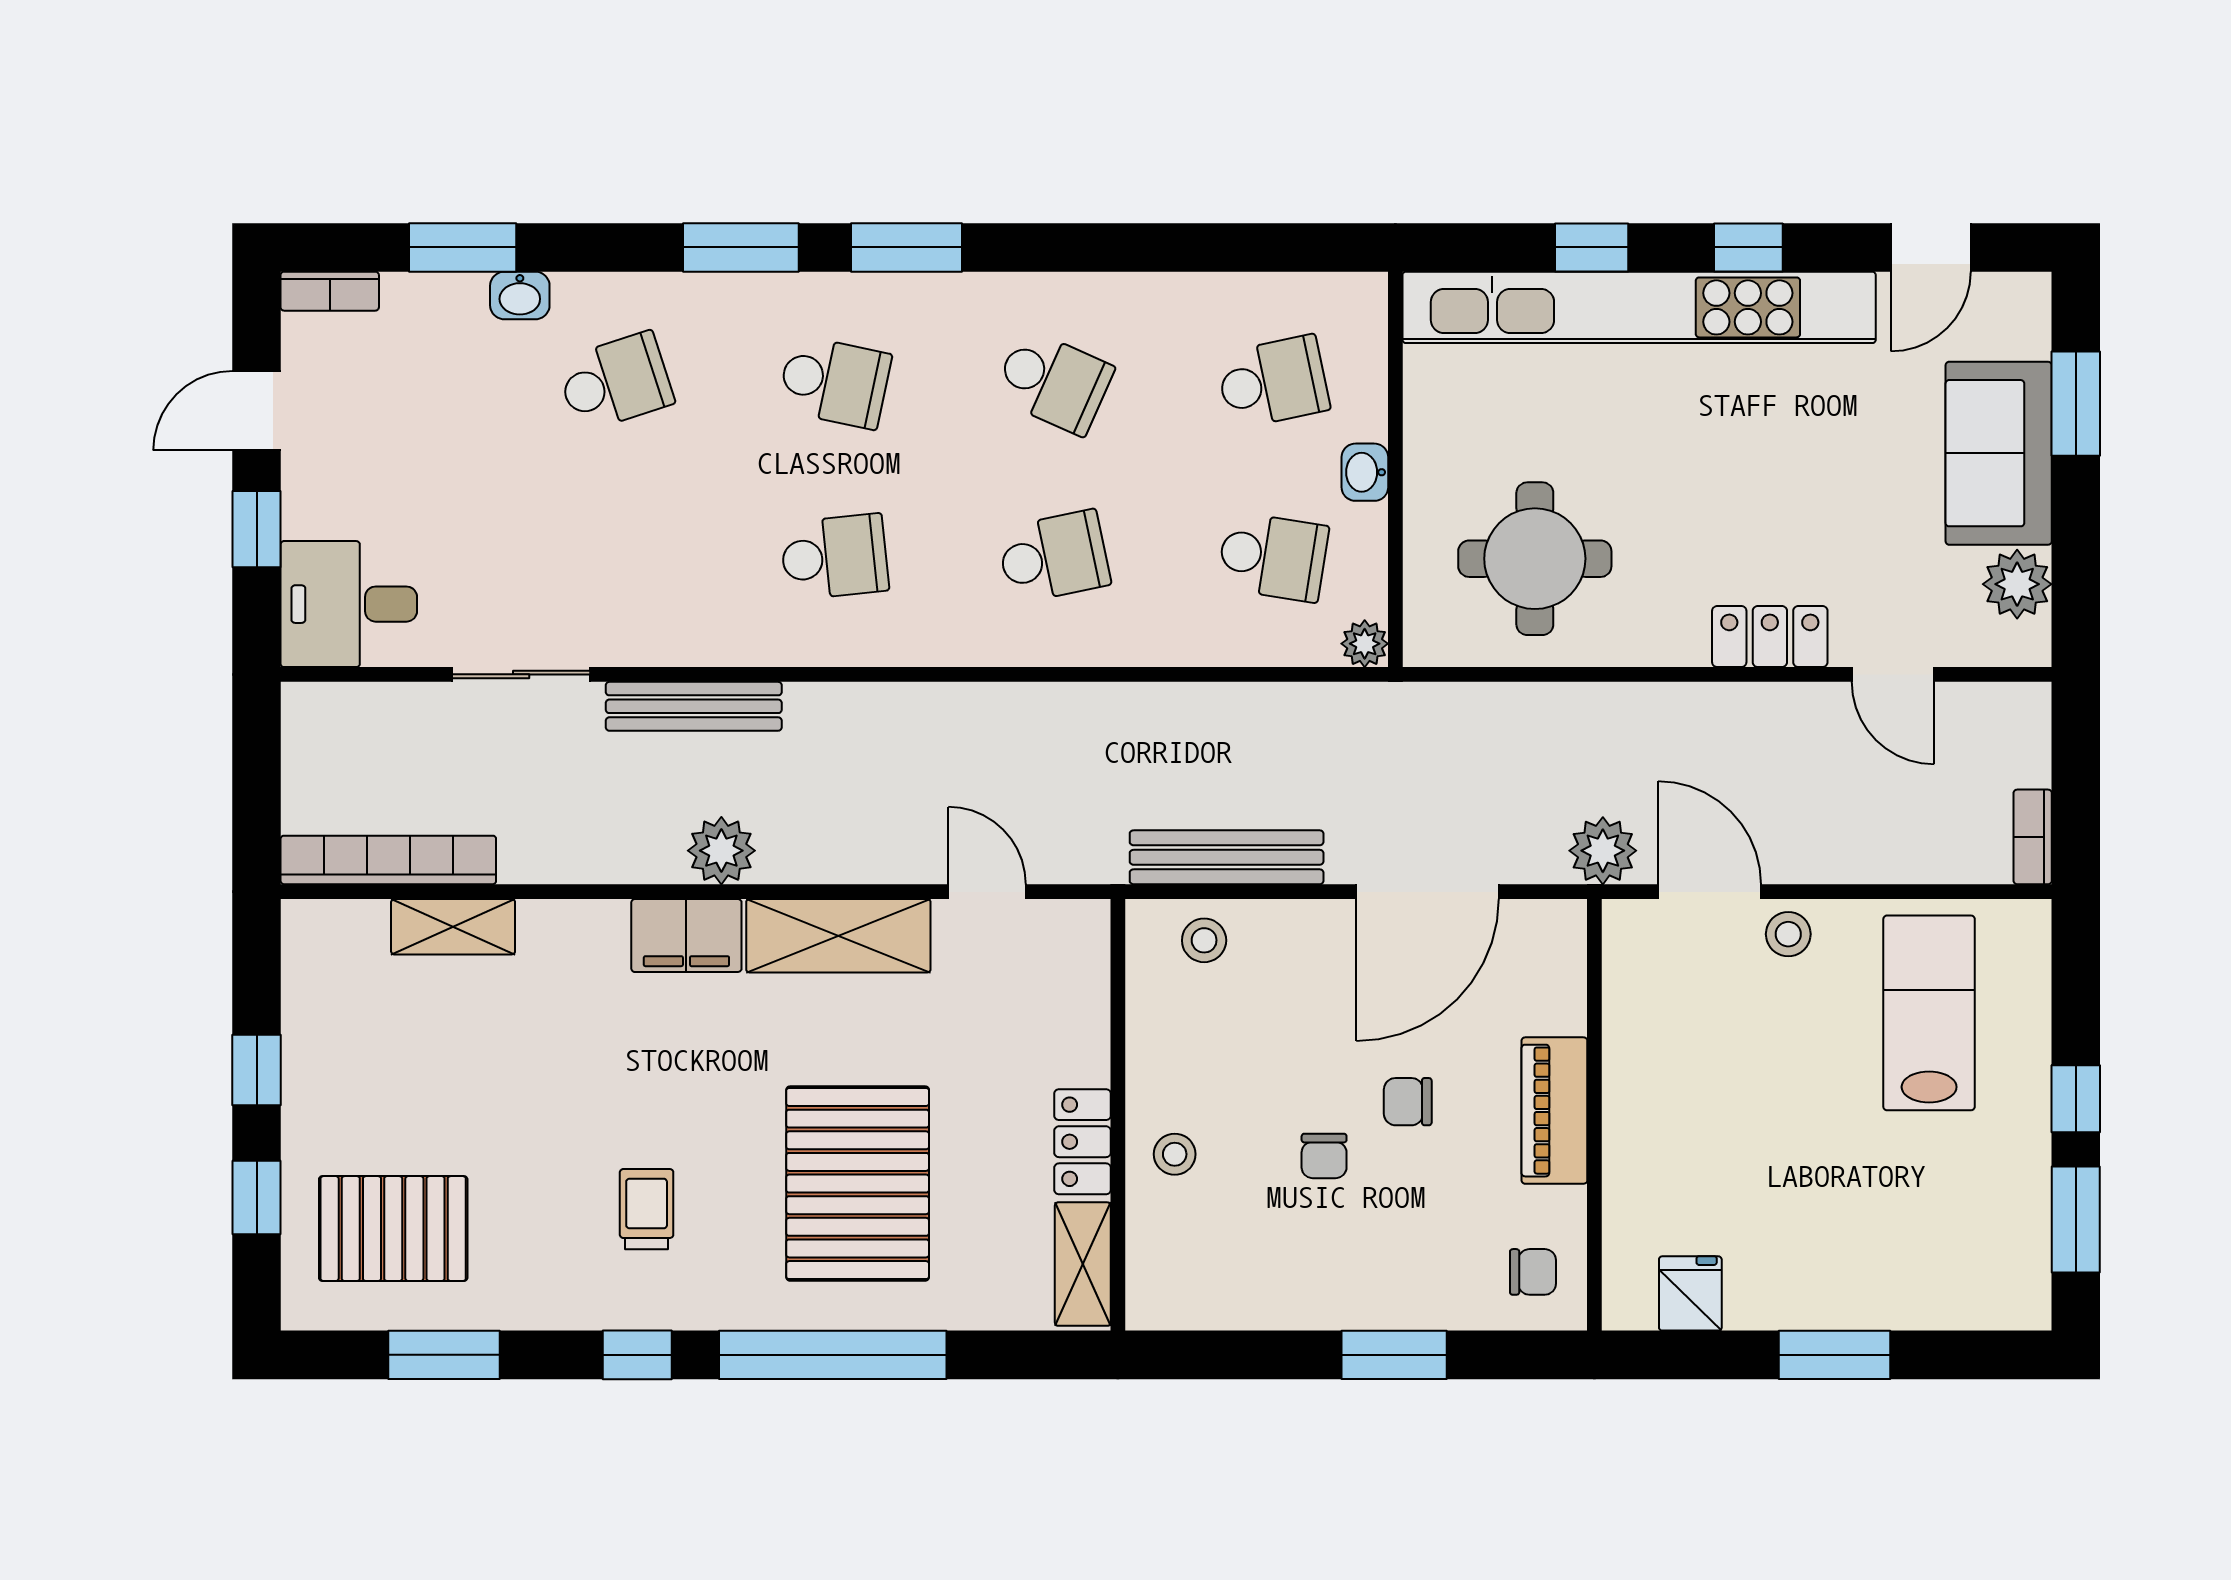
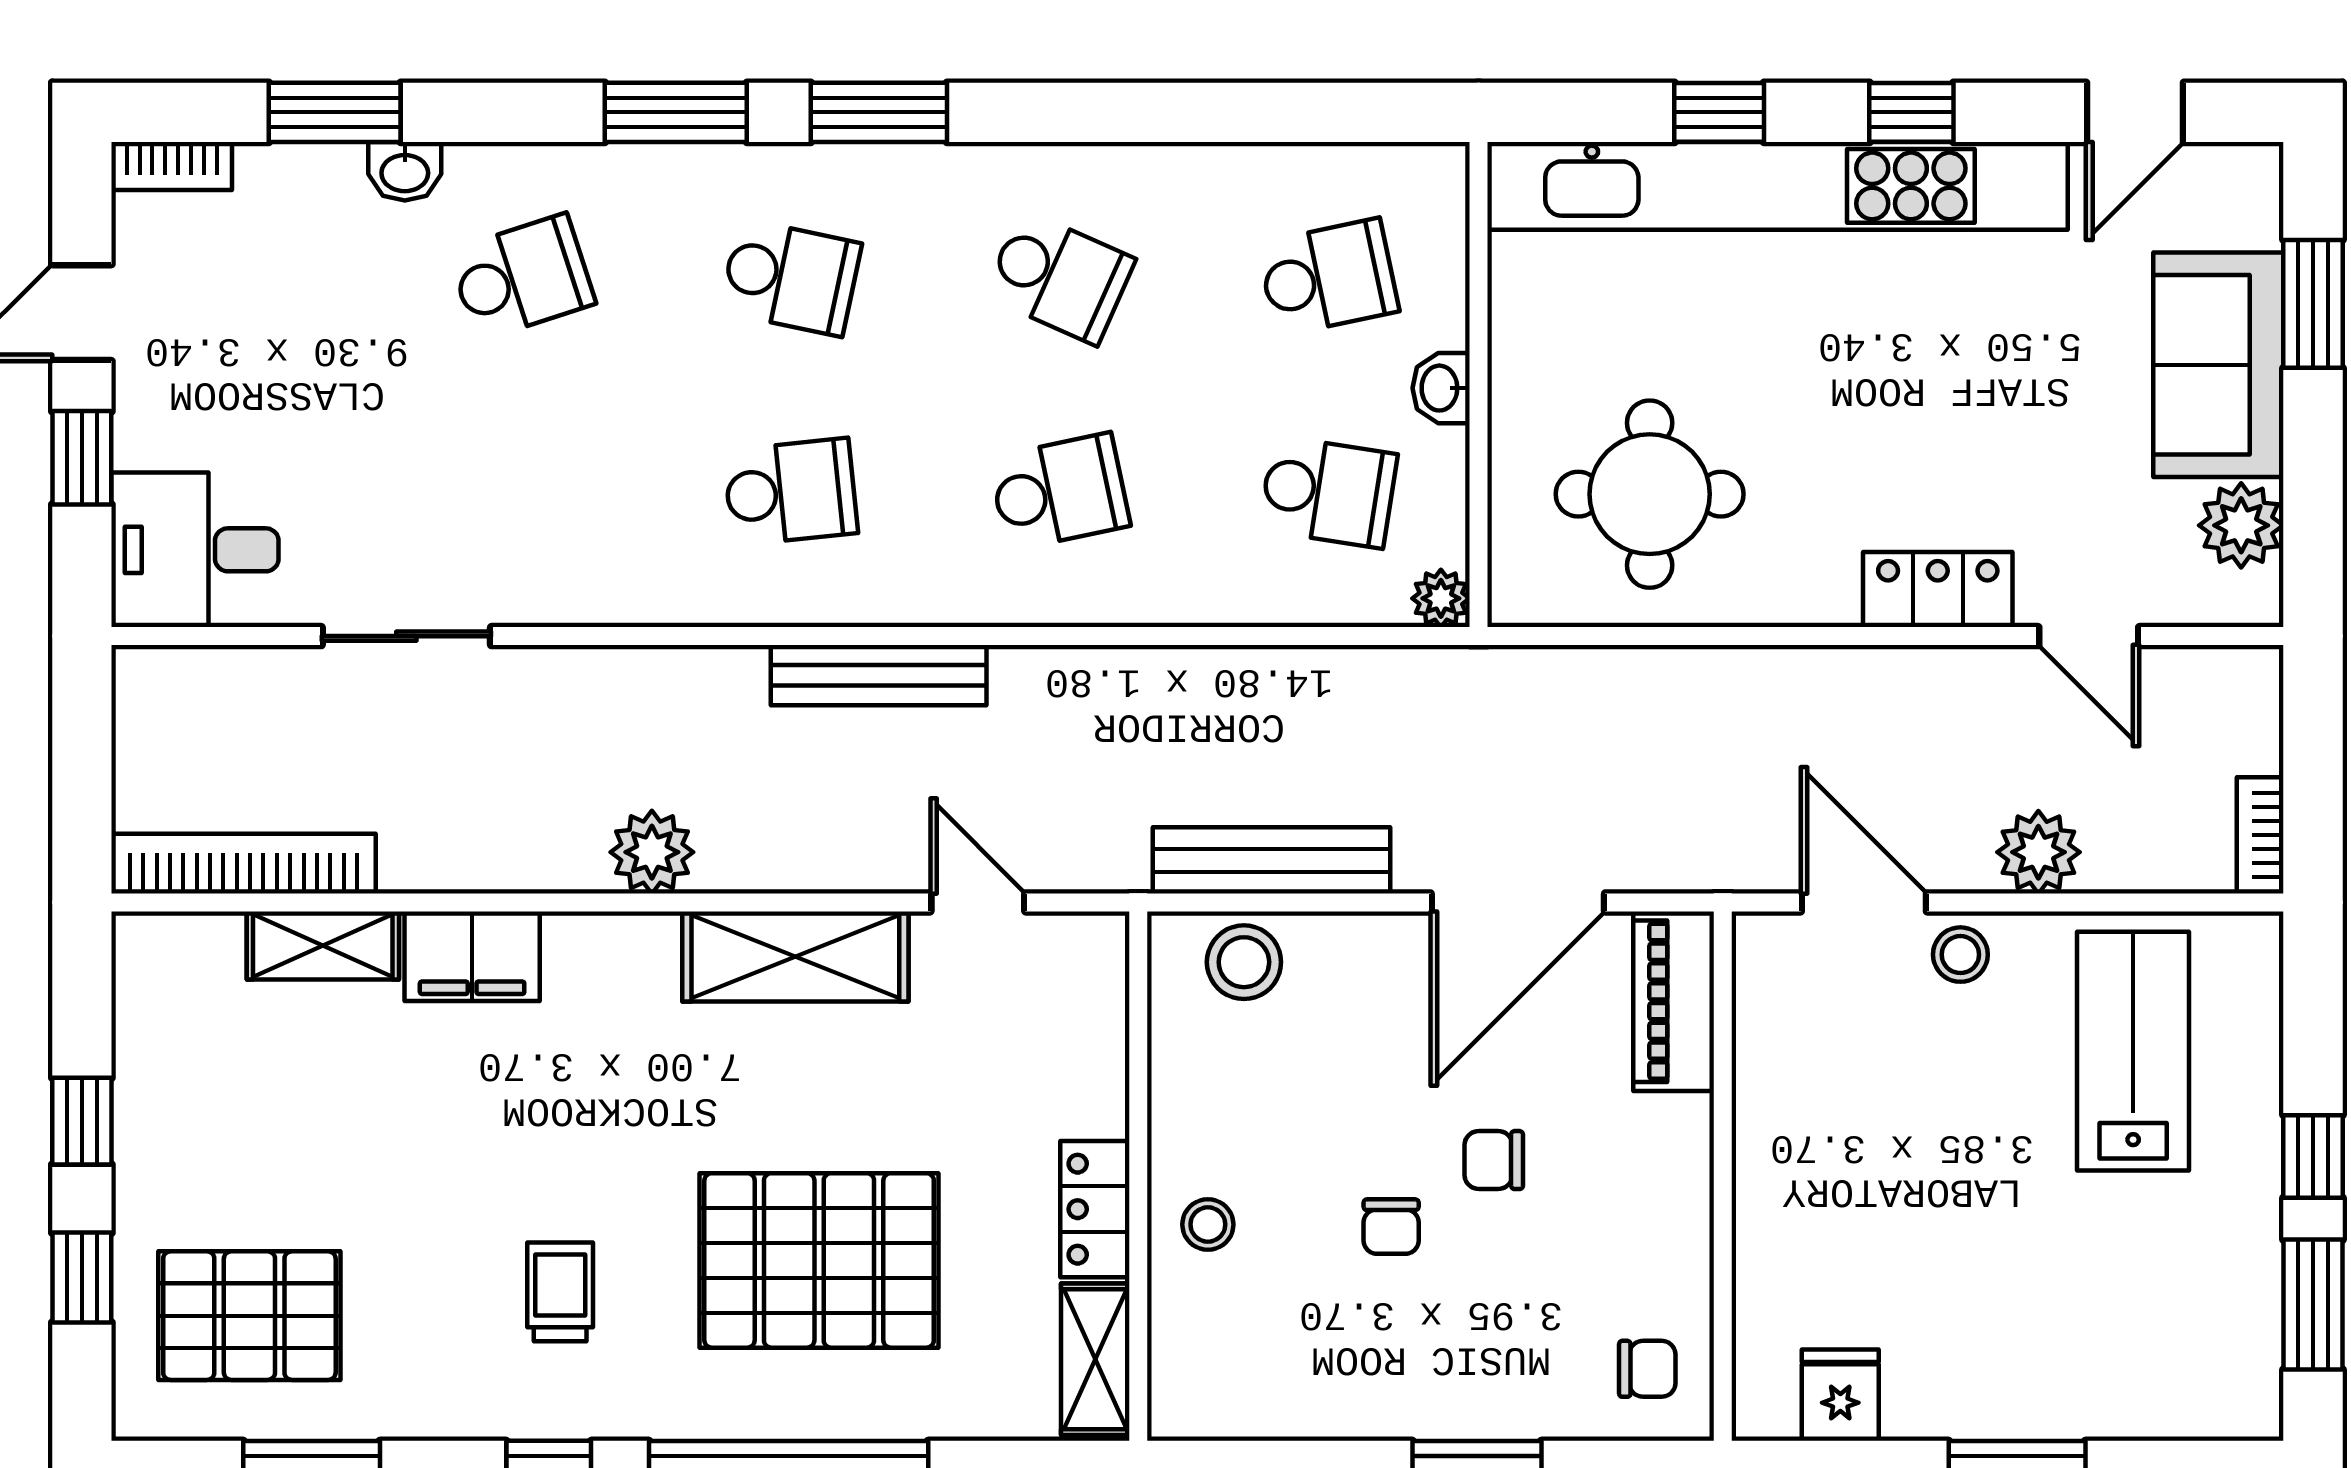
bench: (694, 706) -> (879, 675), moved
plant: (1603, 851) -> (2038, 852), moved
filing cabinet: (686, 936) -> (472, 956), moved
stool: (1204, 940) -> (1244, 962), width x1.37, depth x1.37
piano: (1554, 1111) -> (1674, 1001), moved
pallet: (858, 1184) -> (819, 1260), turned 90

